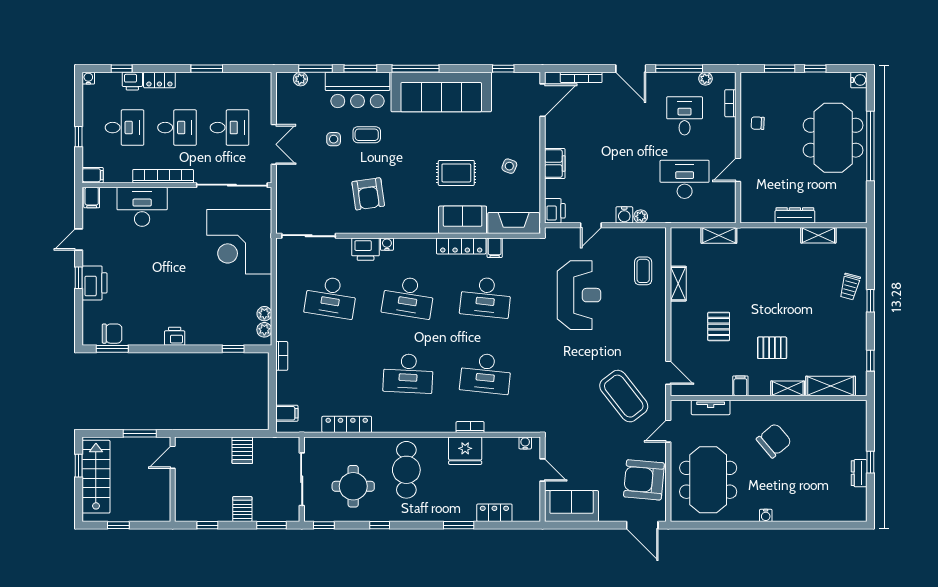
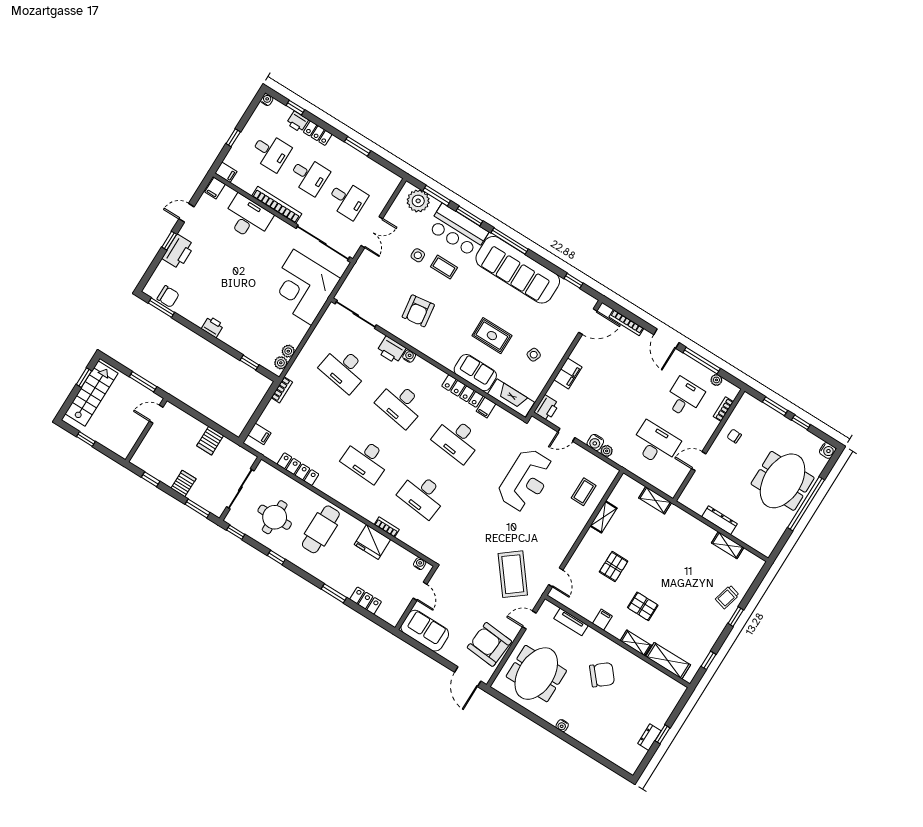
plant: (300, 79) -> (418, 201), width x1.87, depth x1.87

